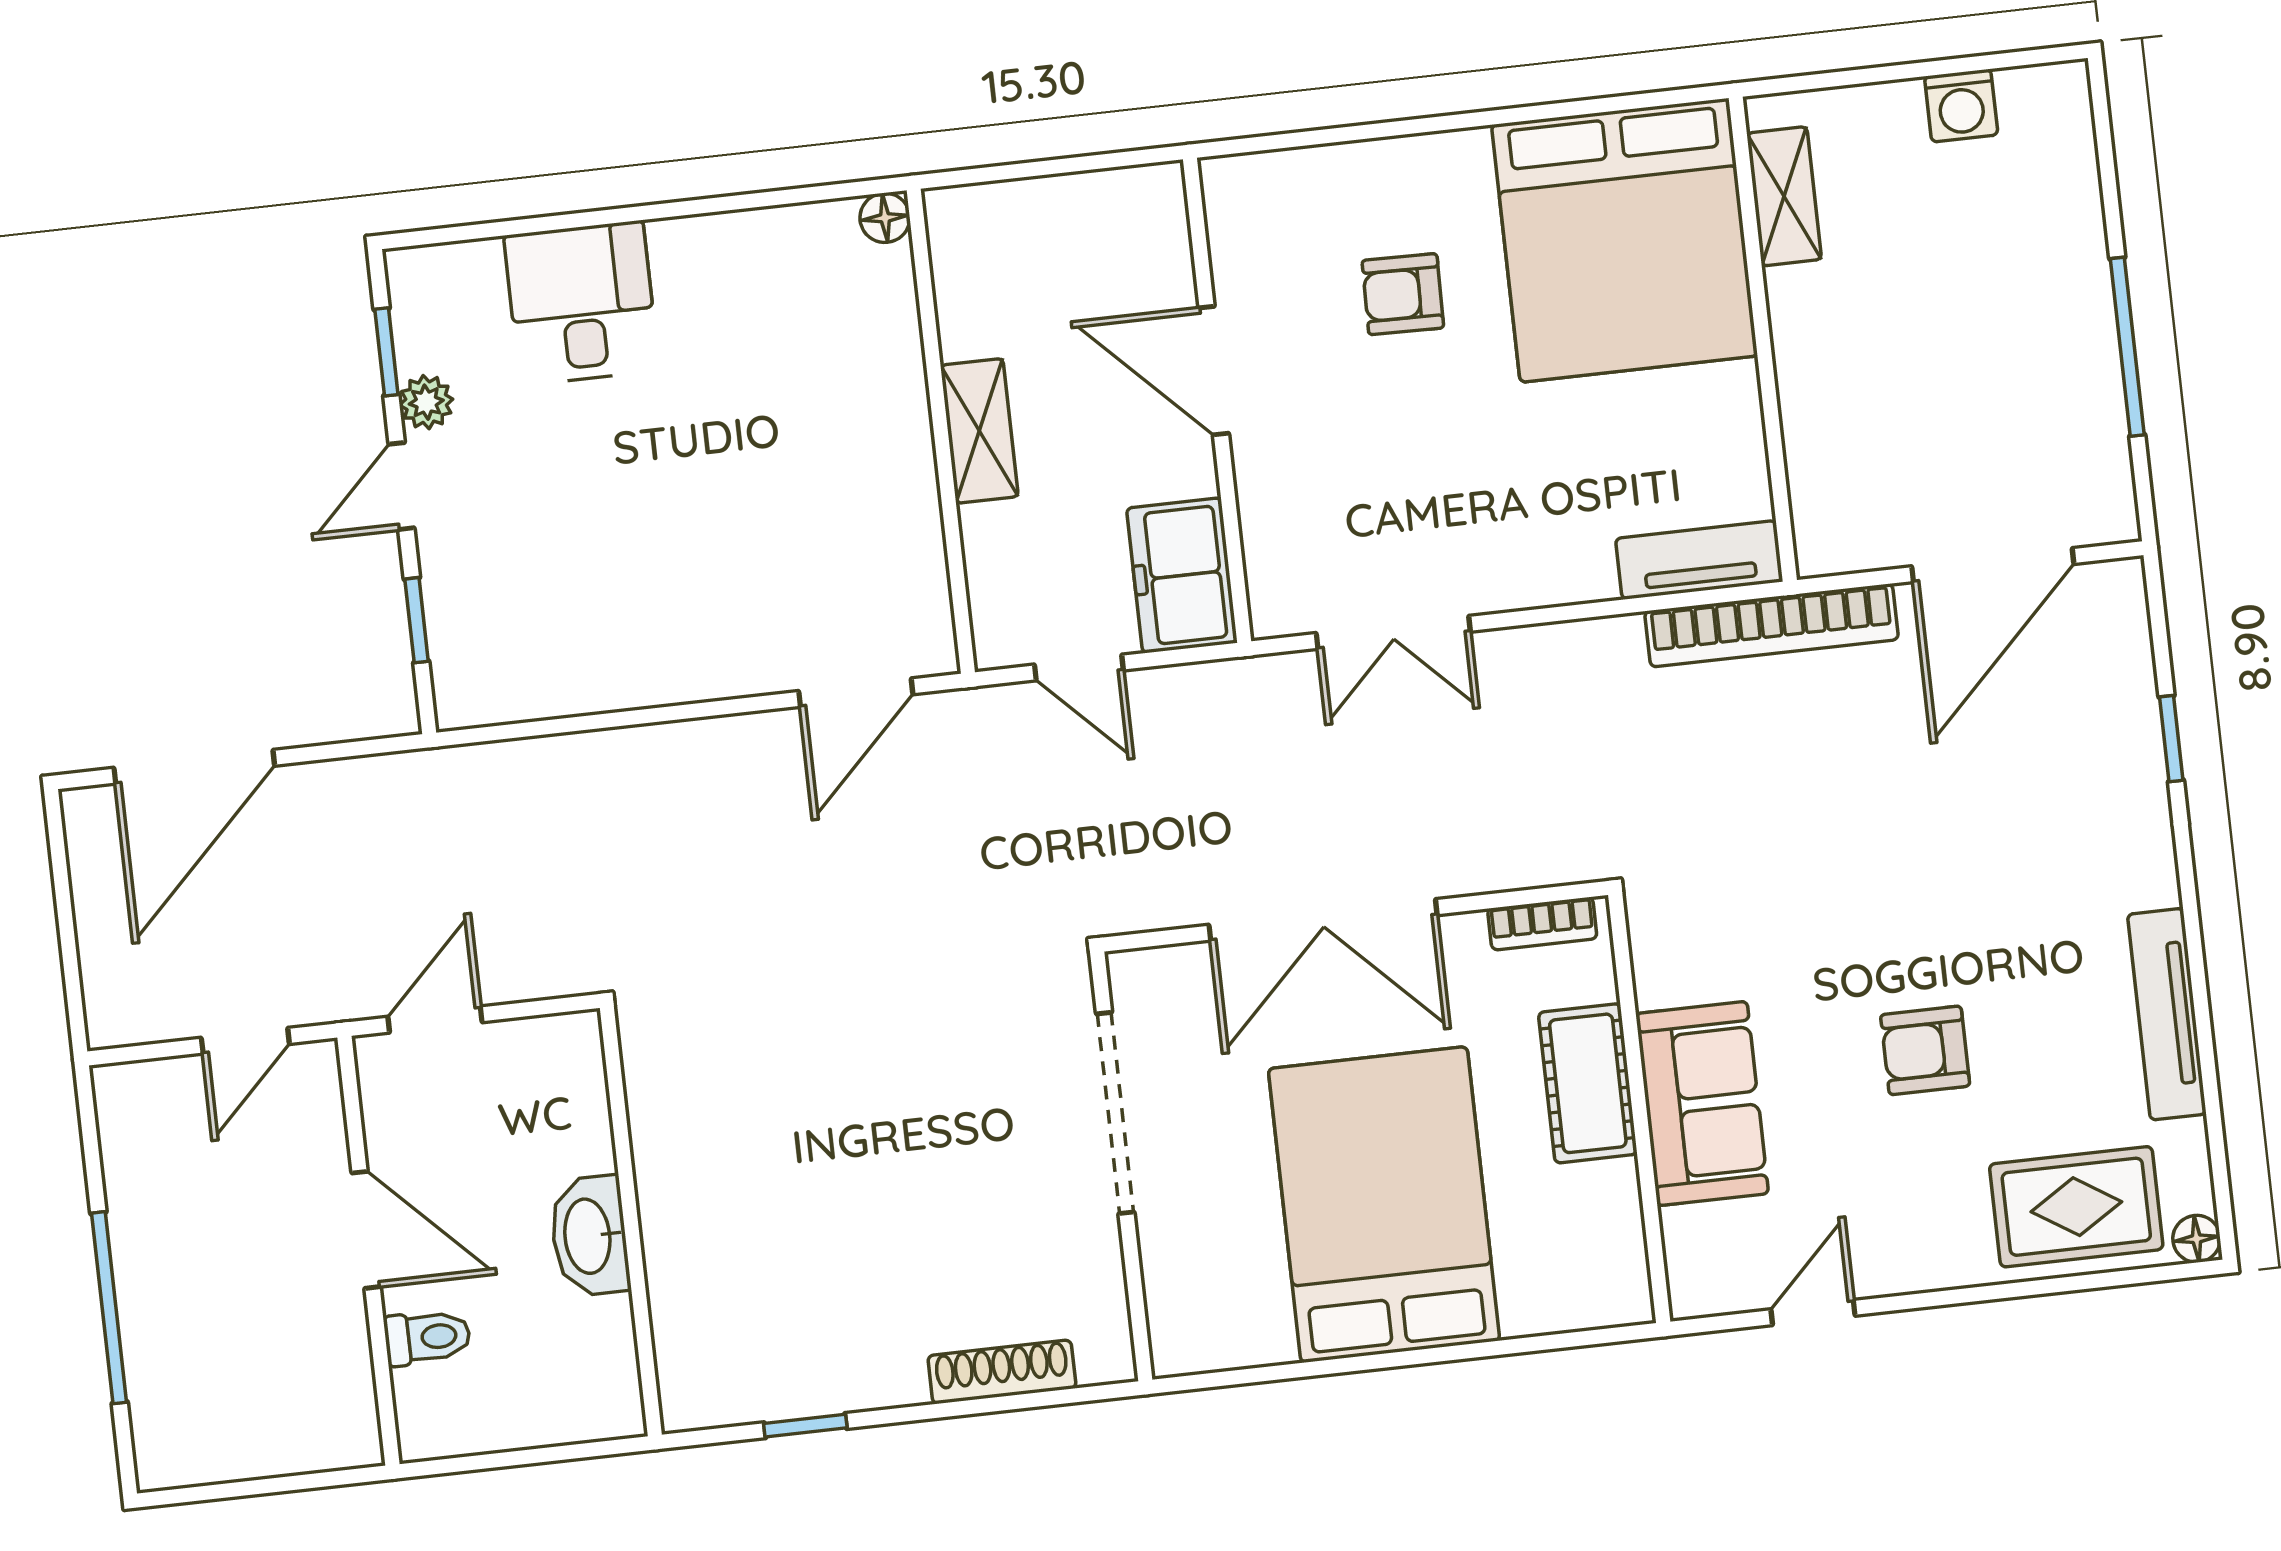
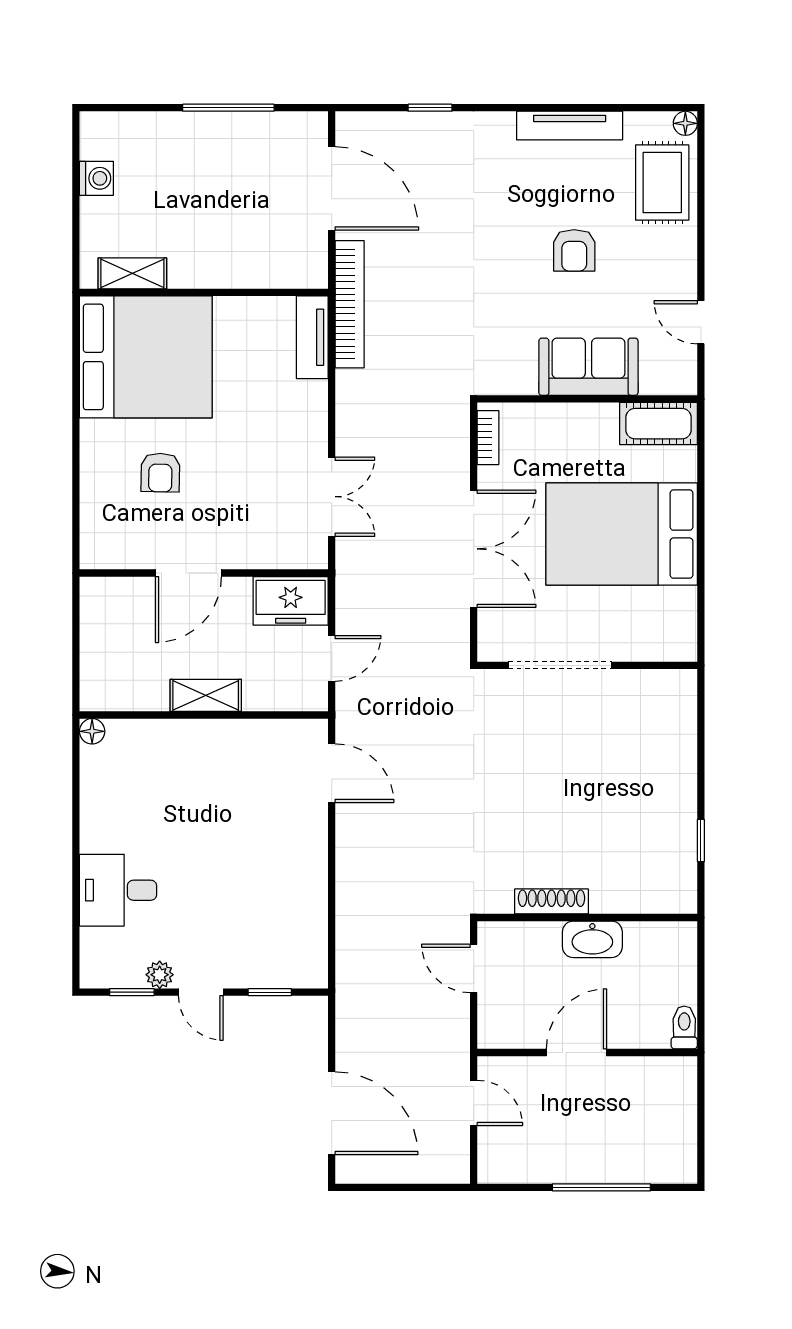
door: (435, 1020) -> (474, 968), moved
cot: (1588, 1083) -> (659, 424), moved
toilet: (427, 1337) -> (684, 1027), moved
shoe rack: (1002, 1372) -> (552, 901), moved, turned 90

